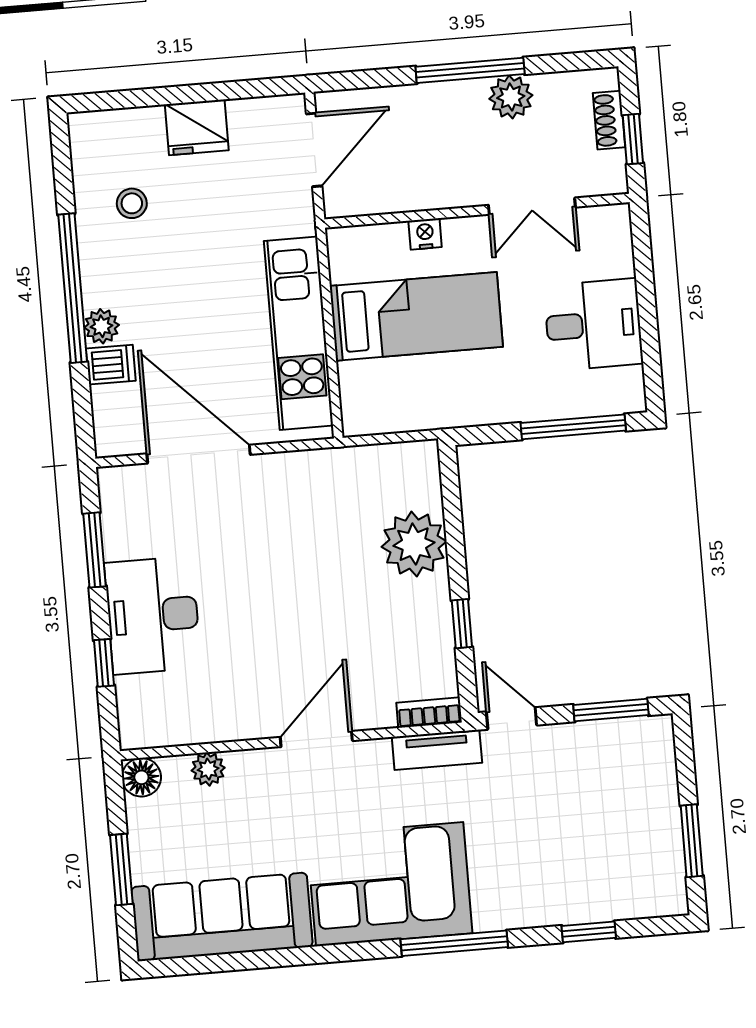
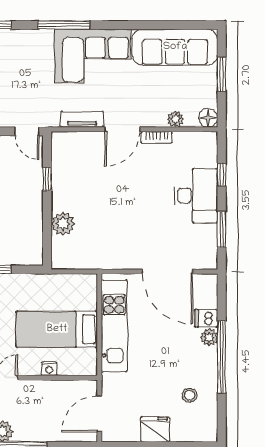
plant: (414, 544) -> (63, 224), width x0.73, depth x0.73
bookcase: (429, 713) -> (157, 137), moved
tv unit: (437, 750) -> (82, 119), moved

